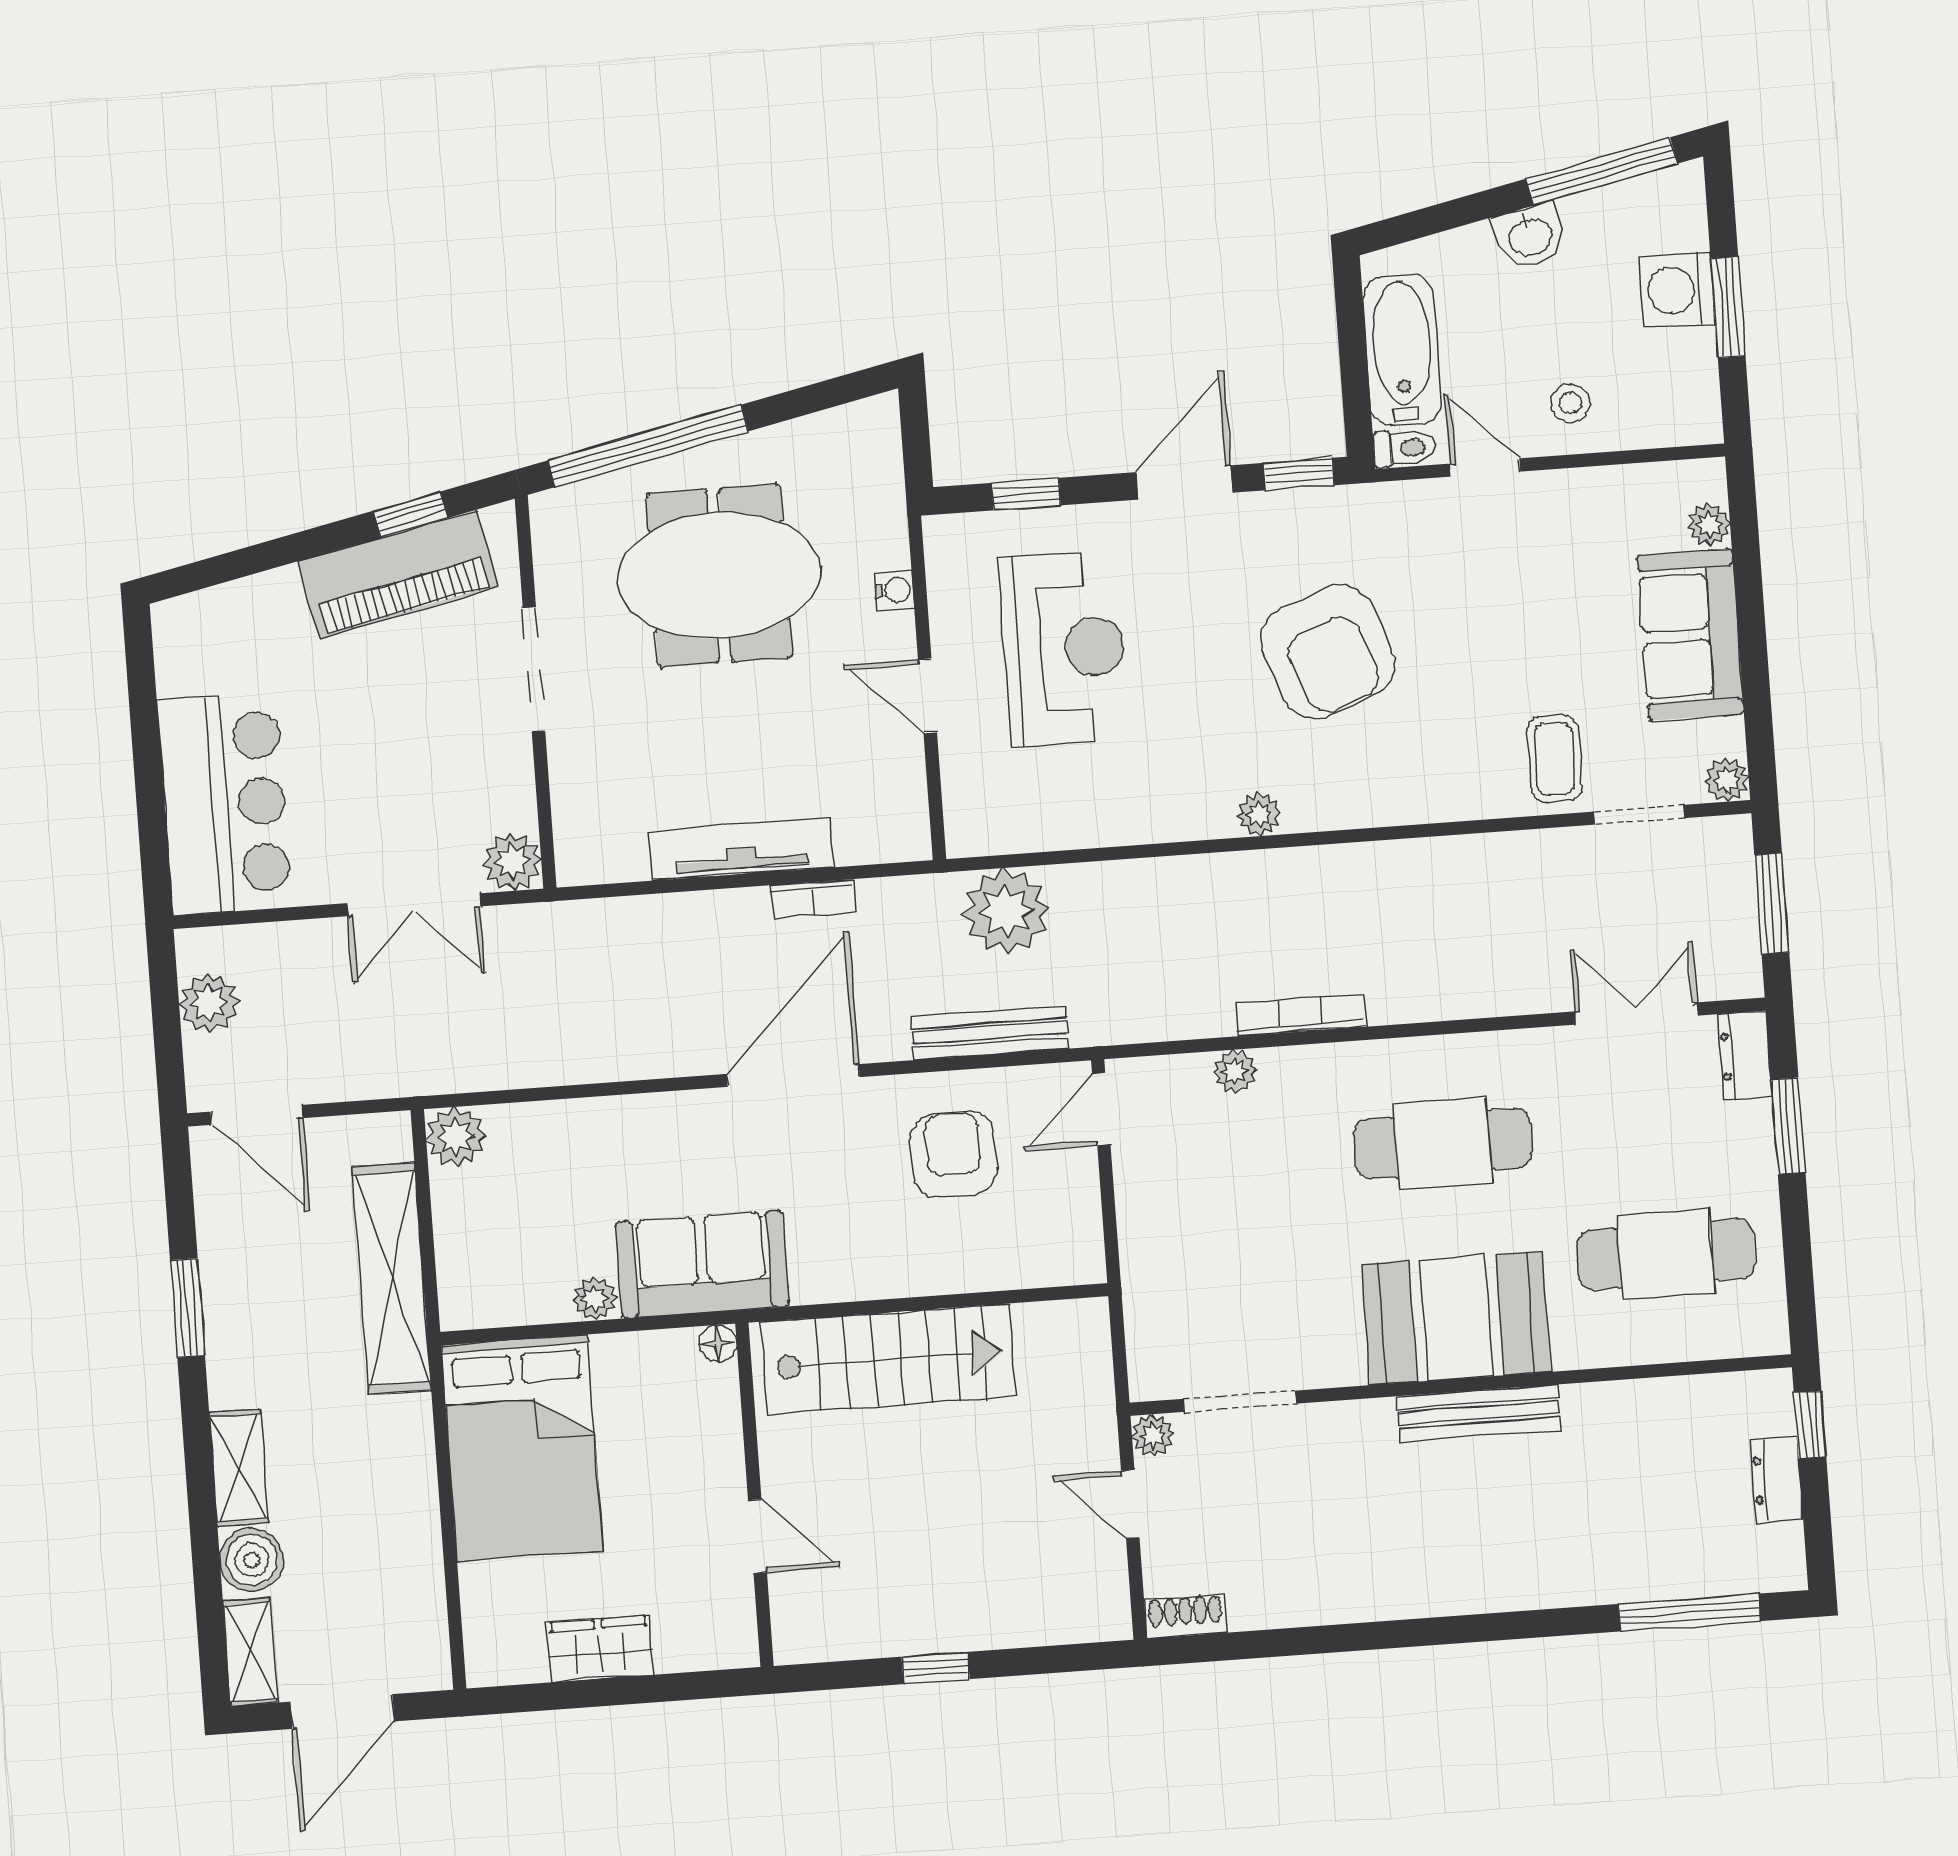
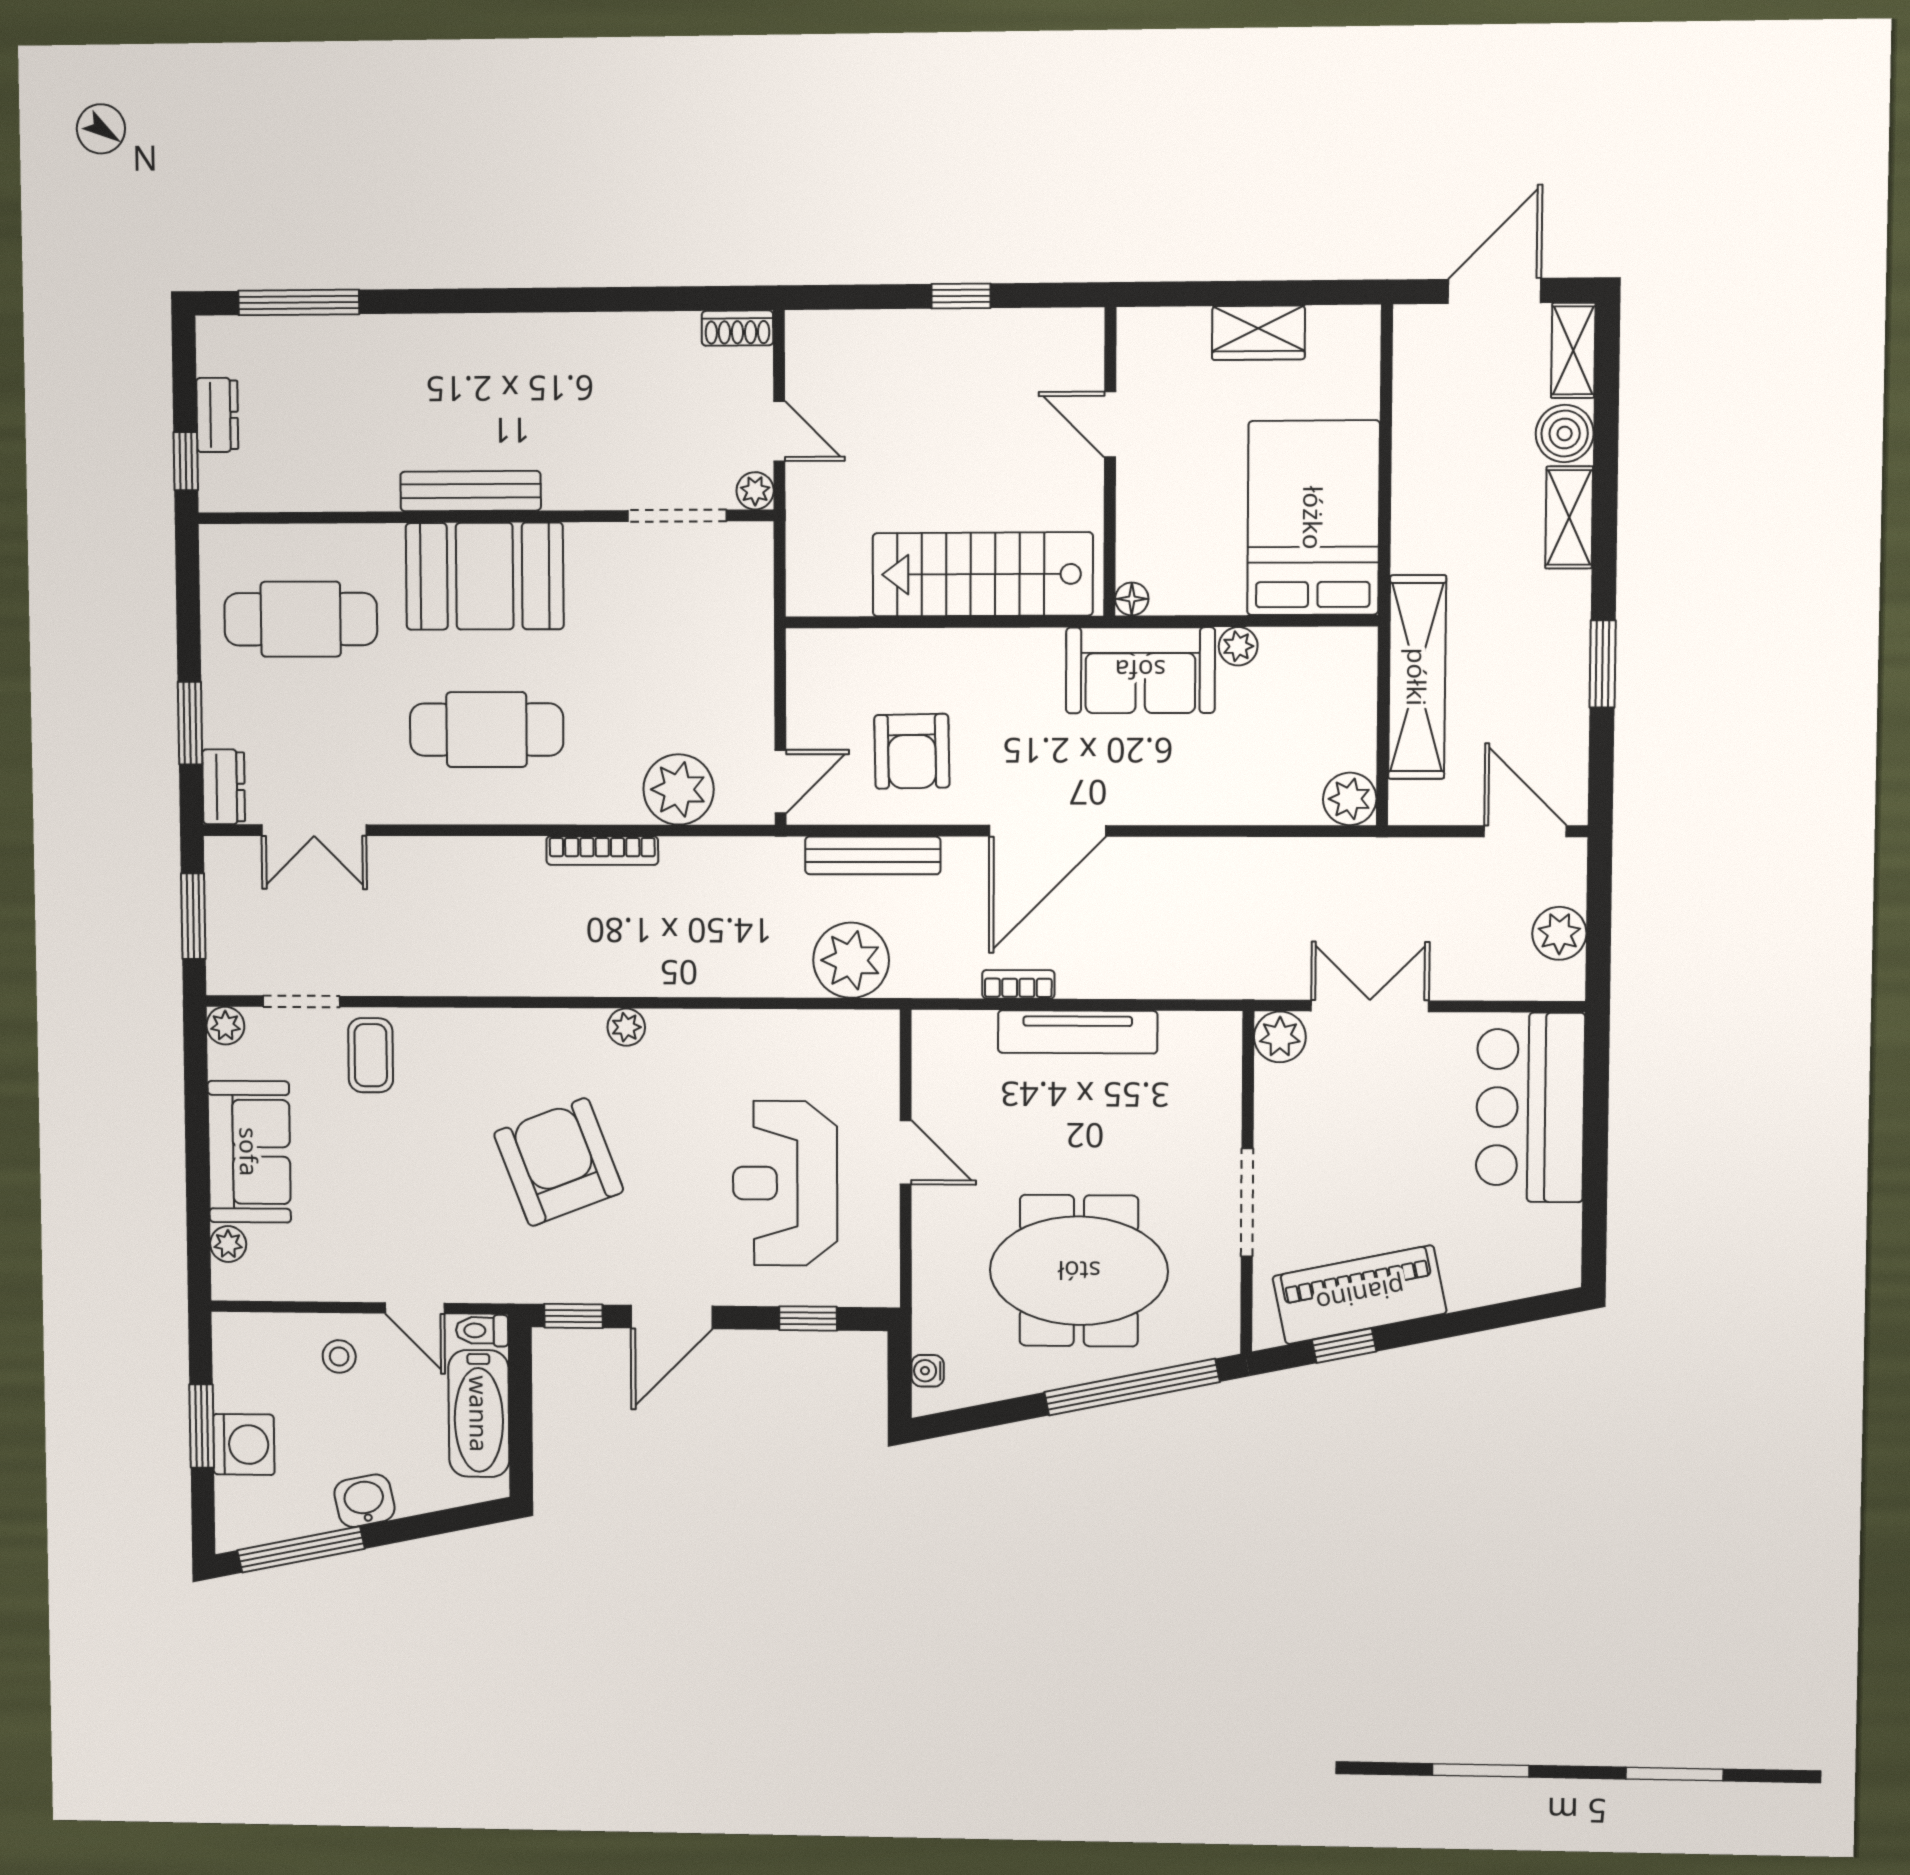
water cooler: (894, 590) -> (928, 1371), moved
plant: (1235, 1071) -> (679, 789), width x1.87, depth x1.87

